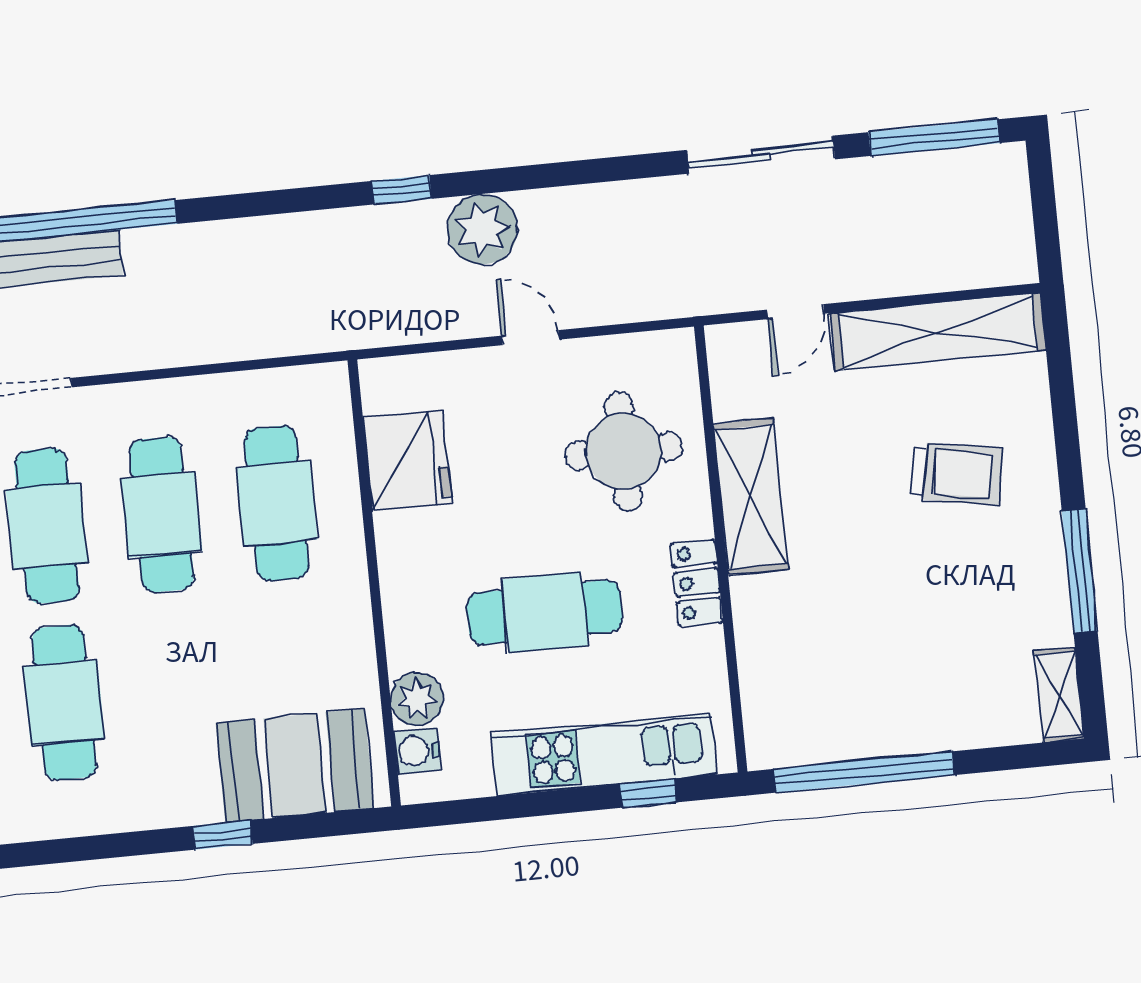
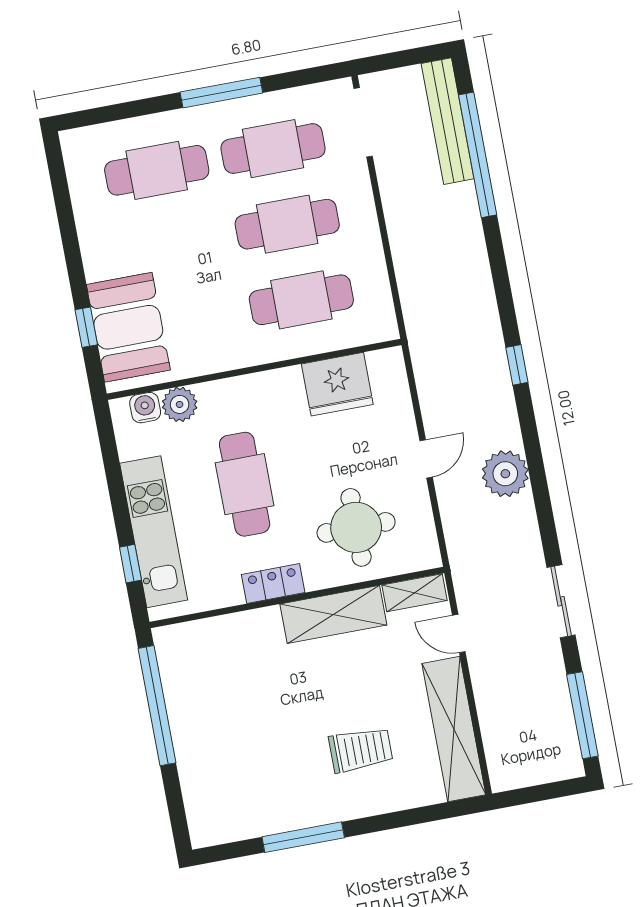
sliding door: (761, 155) -> (561, 601), width x0.73
plant: (482, 229) -> (505, 474), moved
trolley: (956, 473) -> (361, 750), turned -100
shelving: (1059, 695) -> (415, 593), moved
window: (223, 835) -> (86, 327), moved

